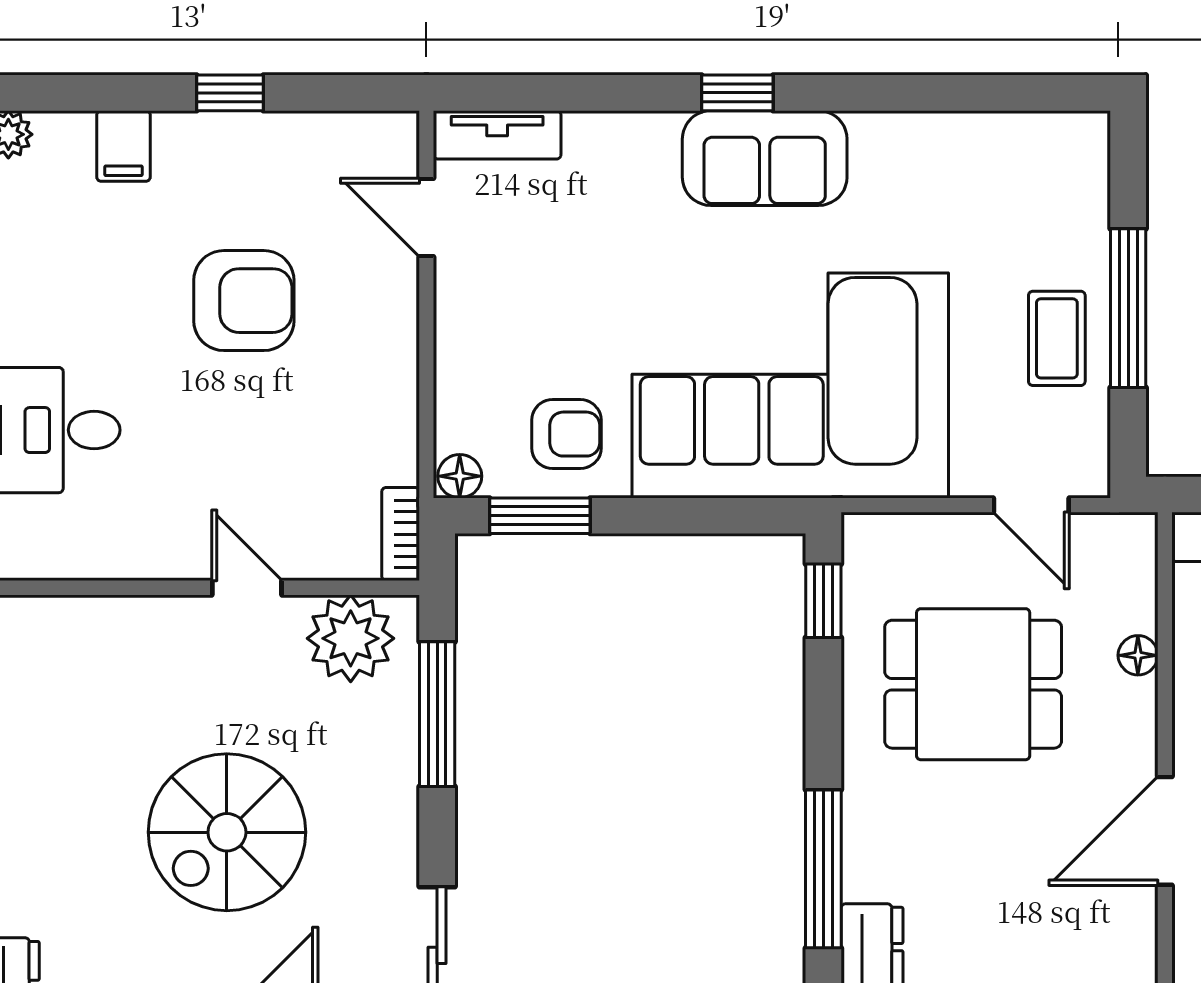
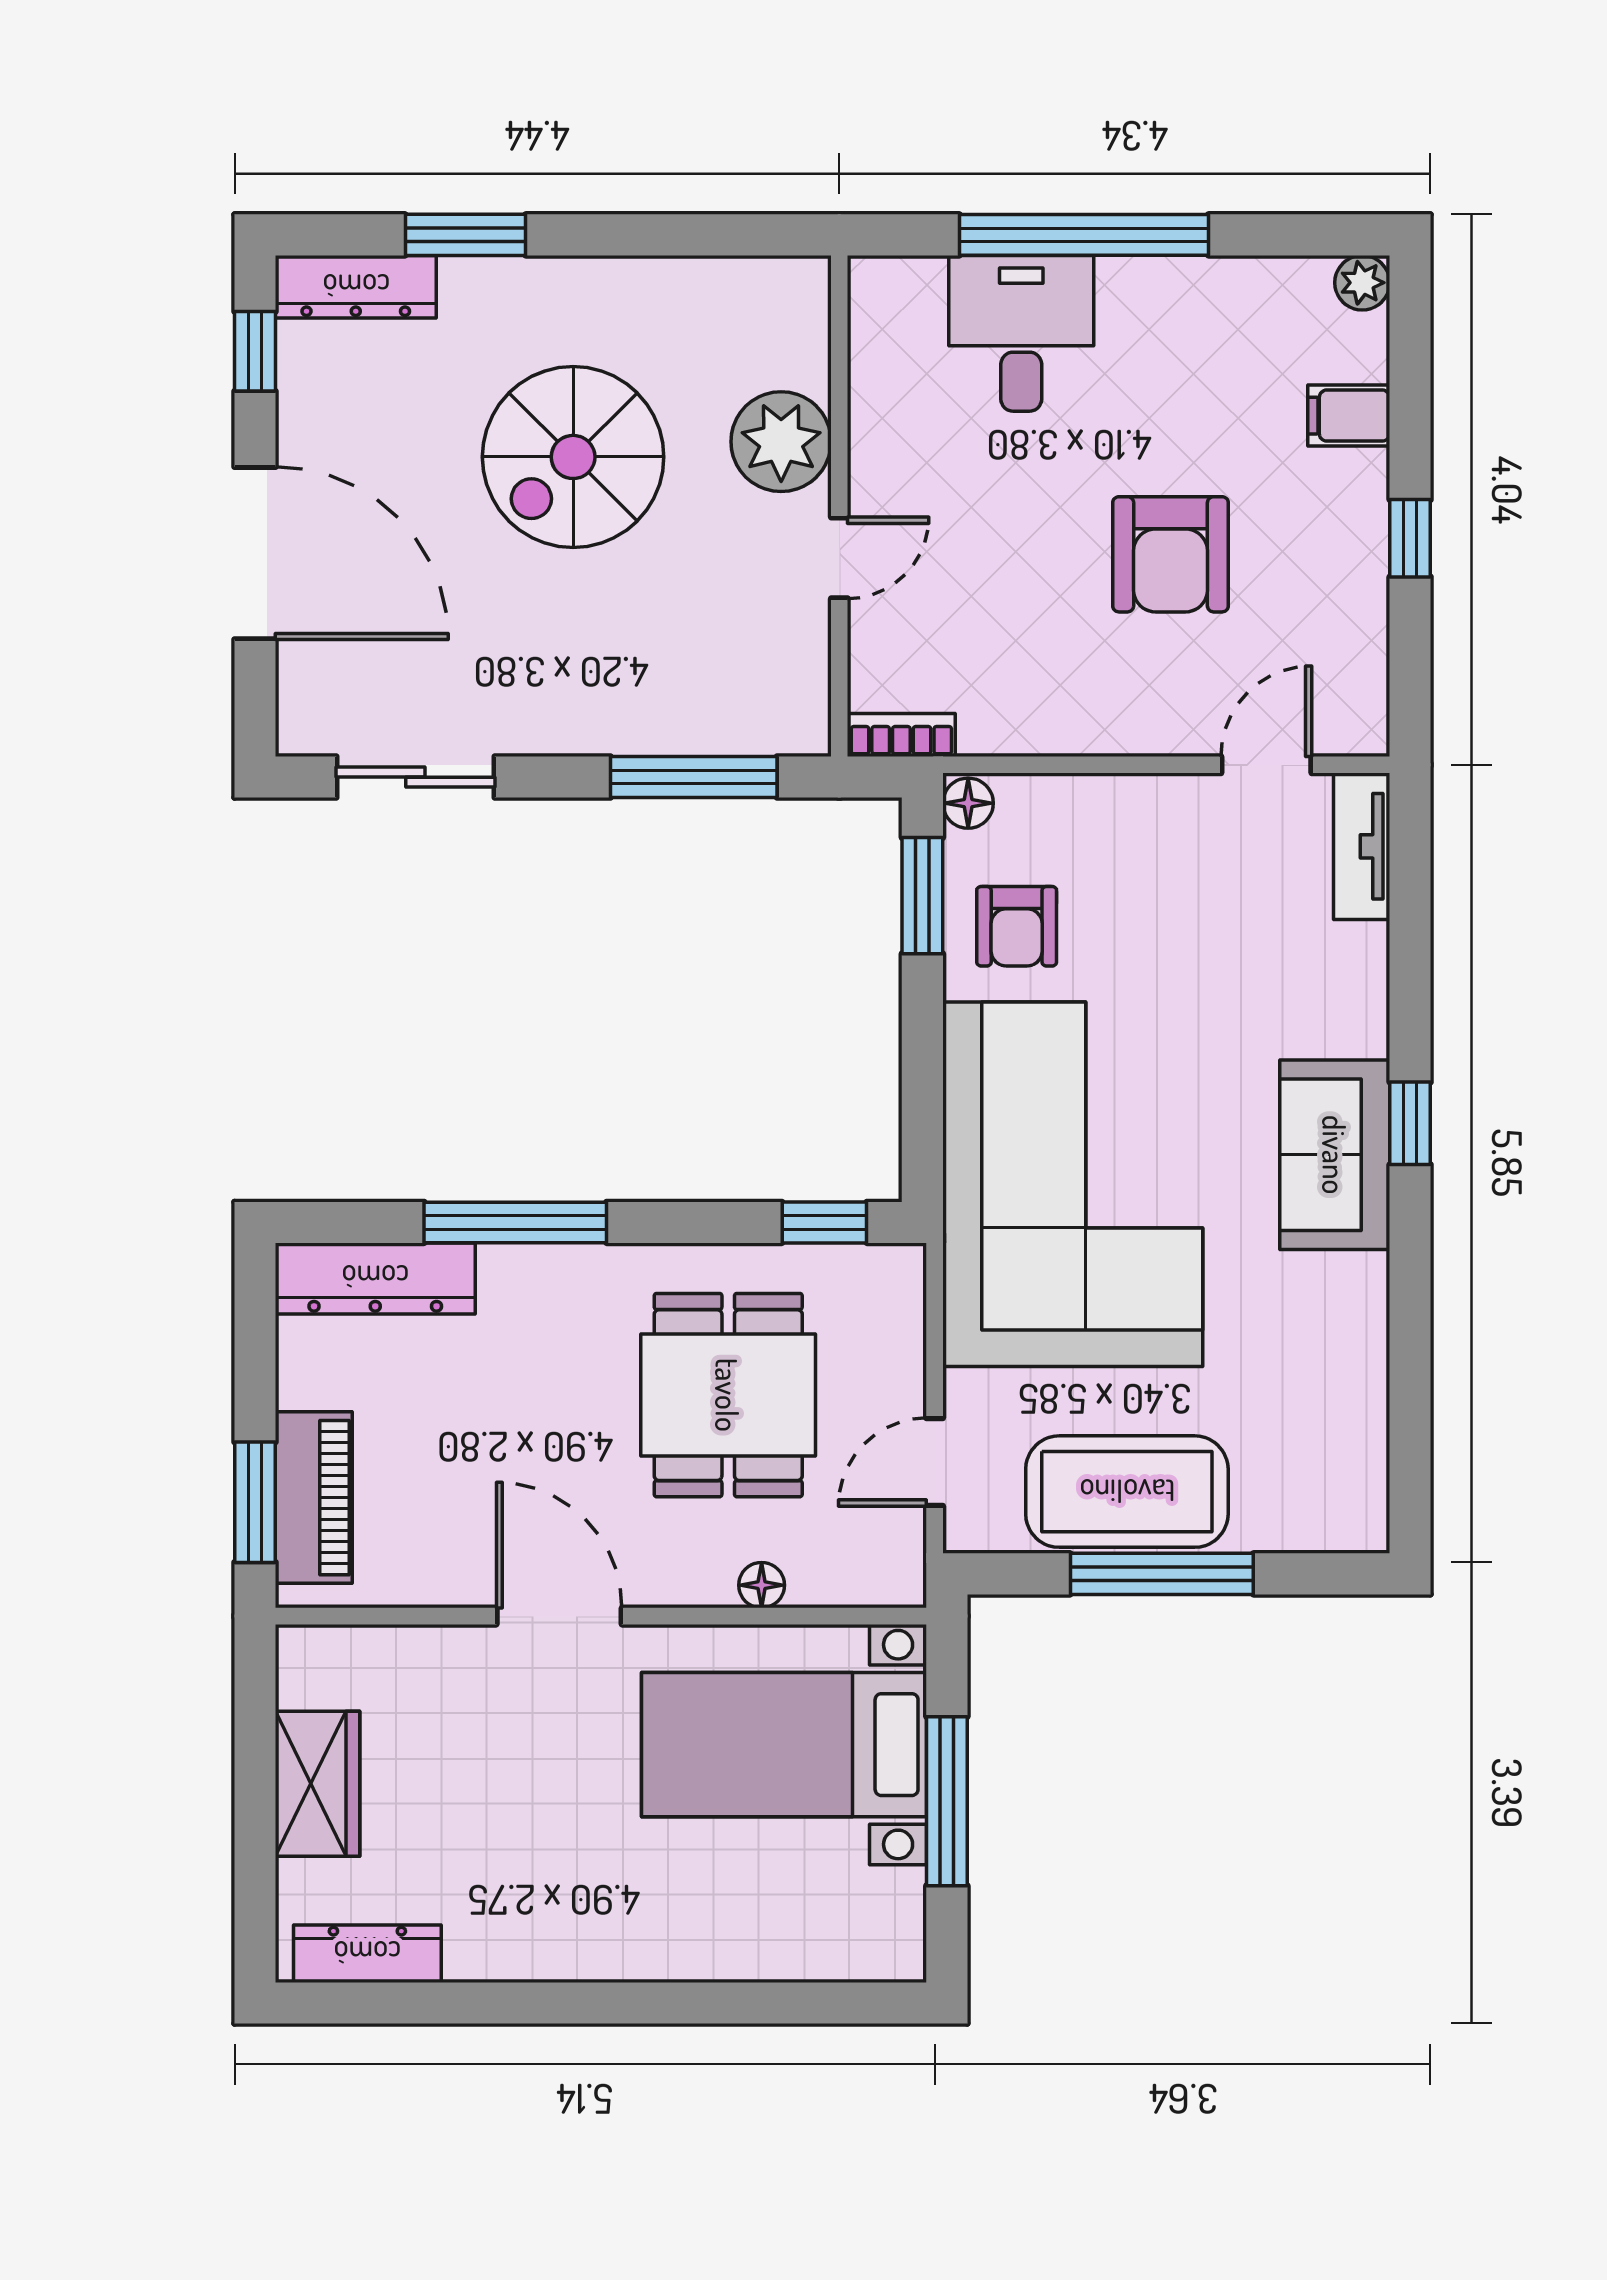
coffee table: (1057, 338) -> (1127, 1492), width x1.86, depth x1.72
plant: (351, 638) -> (781, 442), moved
spiral stairs: (227, 832) -> (573, 457), moved, turned -90

